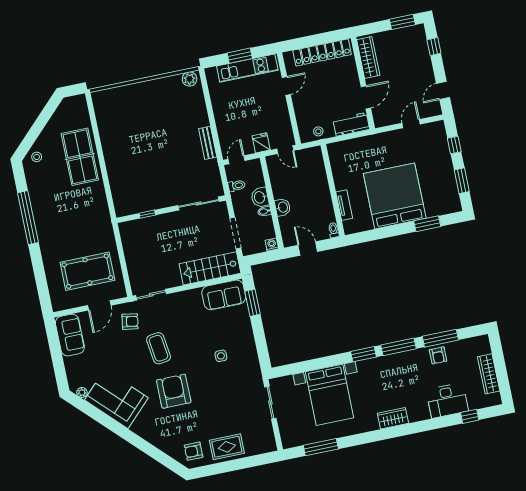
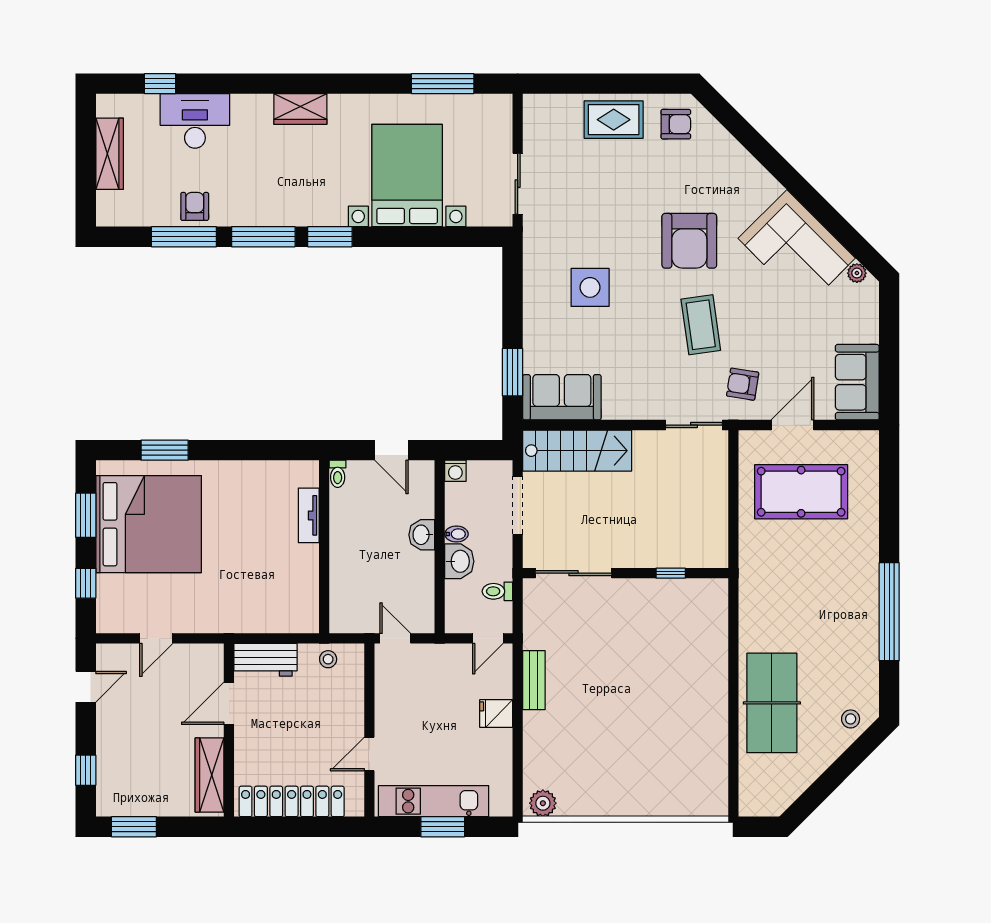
fridge: (261, 143) -> (496, 714), moved, turned 90
bed: (395, 196) -> (149, 524), moved, turned -90
side table: (221, 356) -> (590, 287), width x1.87, depth x1.87

